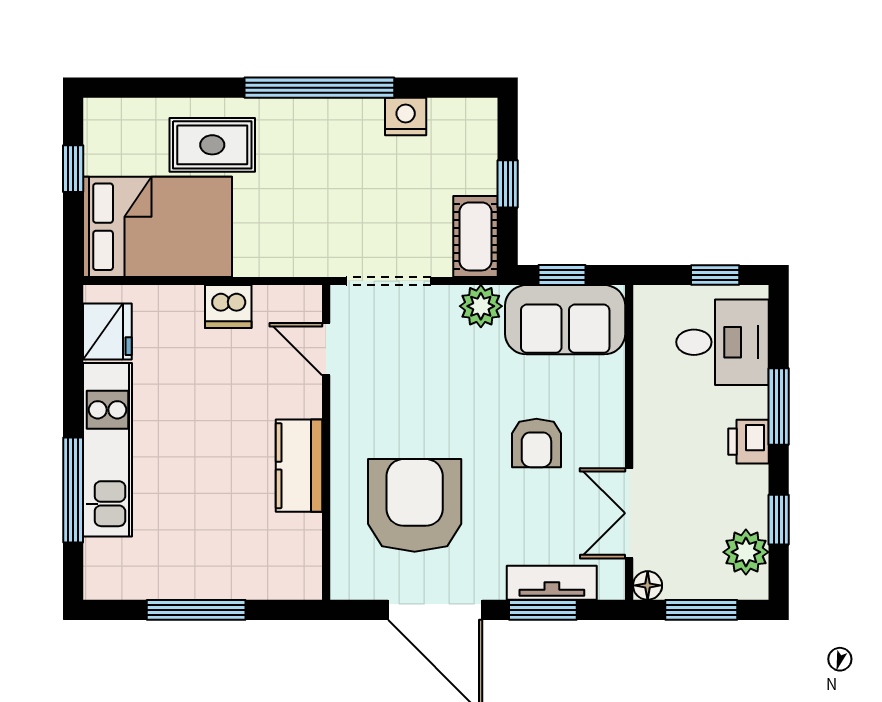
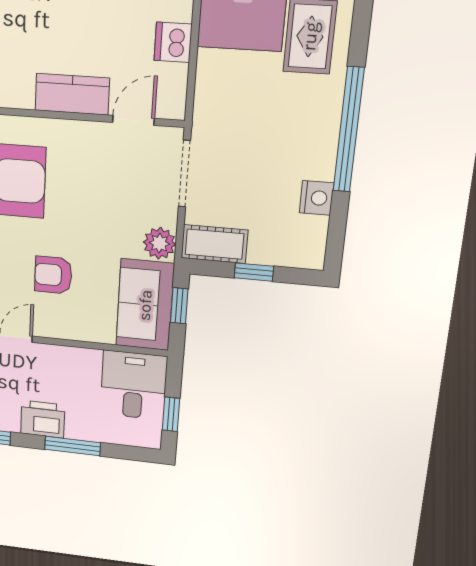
desk: (723, 342) -> (134, 385), moved, turned 180
printer: (749, 442) -> (43, 419), width x1.36, depth x1.24
kitchen counter: (299, 466) -> (72, 94), moved

